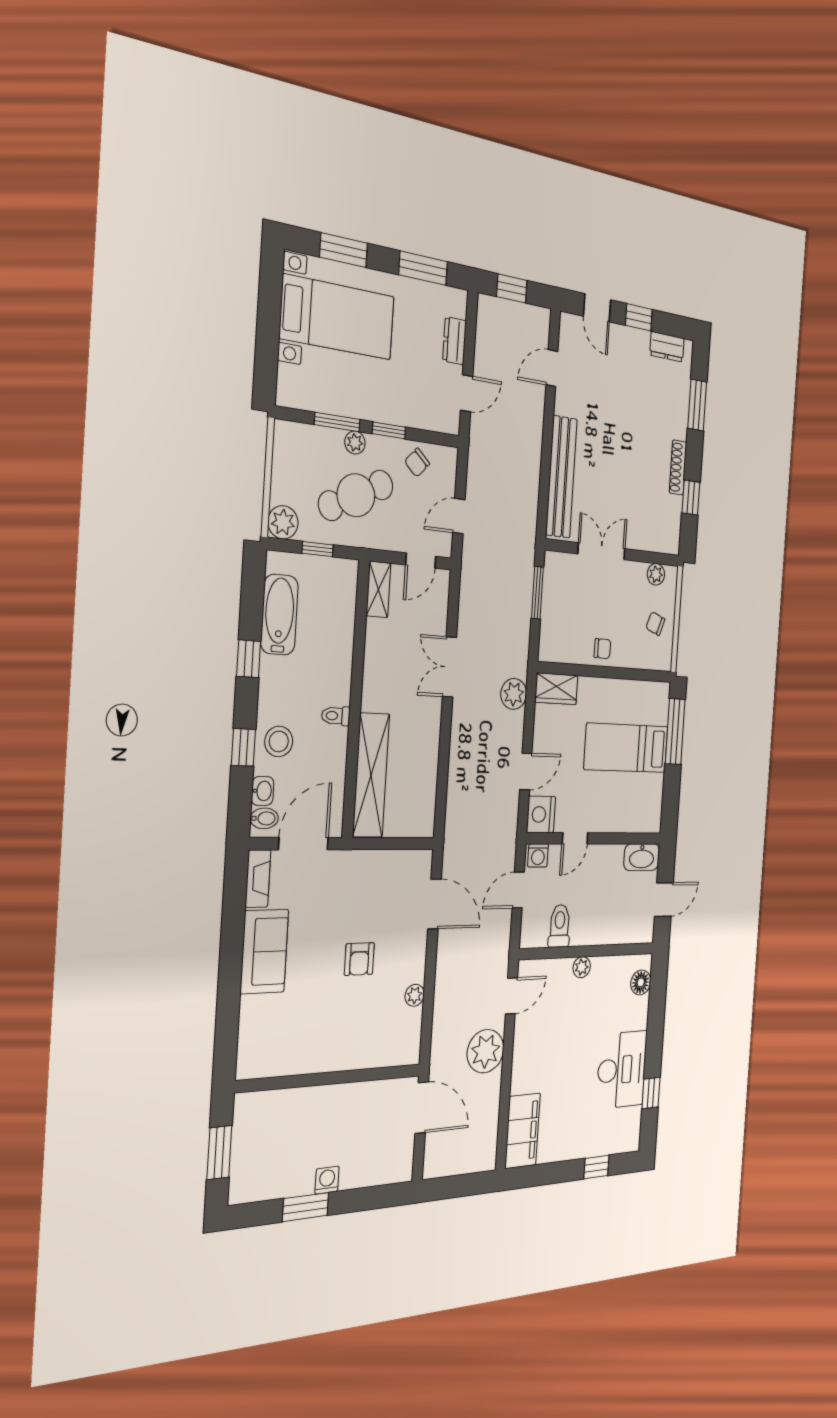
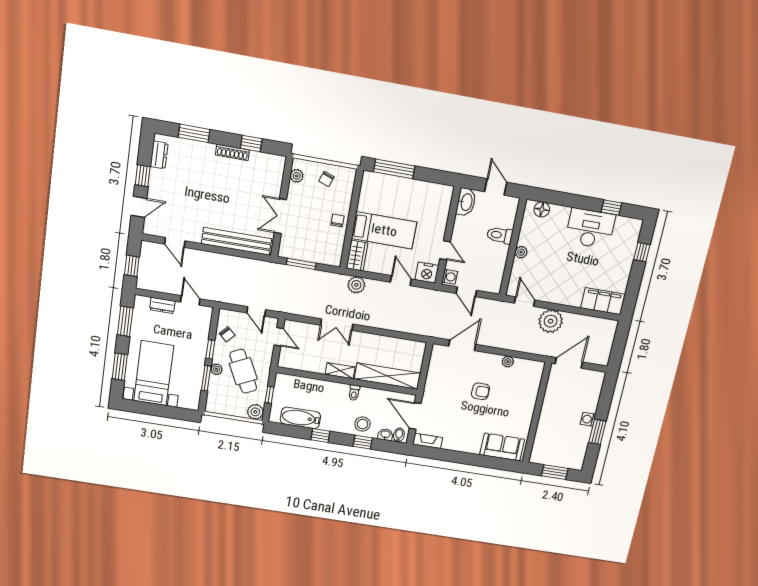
shelving: (378, 589) -> (340, 371), moved
bed: (626, 748) -> (384, 230), moved, turned -90
toilet: (560, 926) -> (500, 235), moved
sofa: (264, 952) -> (502, 447), moved

